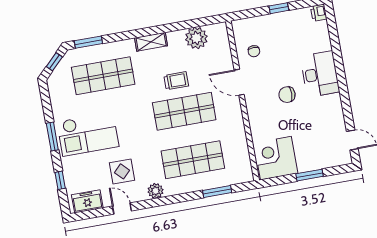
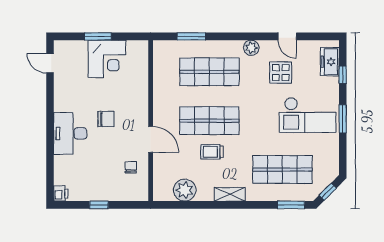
checkout: (88, 134) -> (307, 115), turned 180
corner desk: (276, 158) -> (107, 59), moved
freezer: (87, 201) -> (330, 62), moved, turned 90

